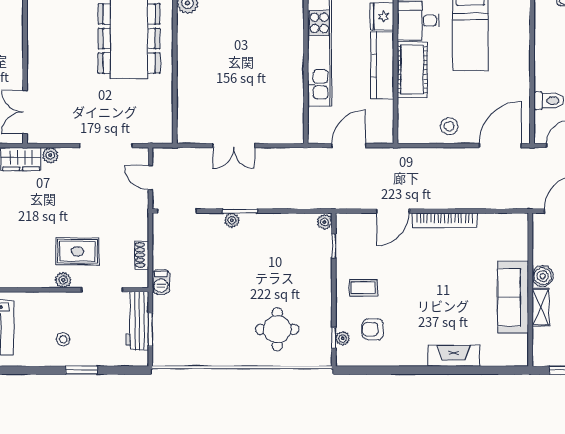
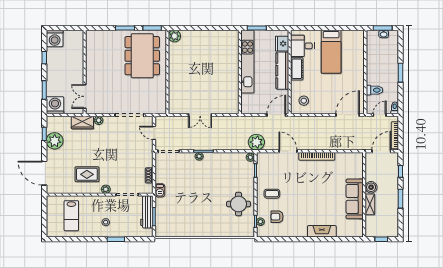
cot: (412, 70) -> (297, 69), width x0.73, depth x0.75
stool: (449, 126) -> (304, 101), moved
door: (349, 146) -> (276, 115), moved
plant: (335, 195) -> (256, 142), added
door: (393, 211) -> (288, 151), swing flipped
rug: (77, 251) -> (87, 174), moved
round table: (277, 329) -> (239, 204), moved

